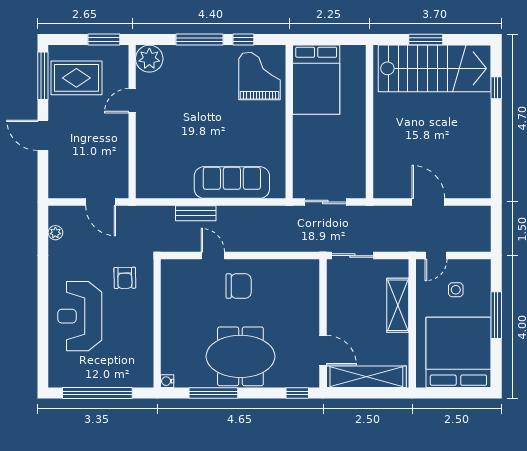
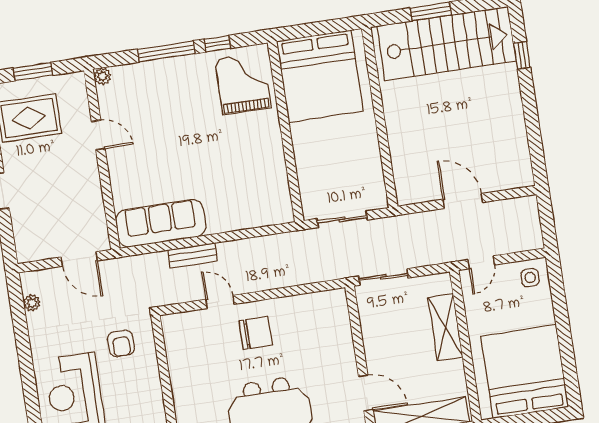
window: (104, 40) -> (33, 72), moved
plant: (149, 59) -> (102, 76), width x0.53, depth x0.53
bed: (316, 80) -> (320, 76), width x1.36
door: (132, 101) -> (98, 135), swing flipped
sofa: (232, 182) -> (161, 223), moved
side table: (456, 290) -> (530, 278), moved
window: (496, 315) -> (562, 321), removed

